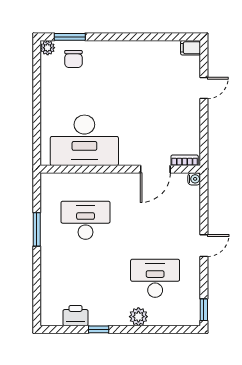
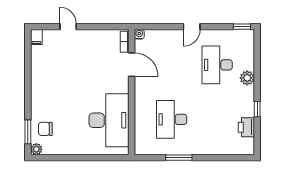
chair: (73, 59) -> (45, 129), turned 180
door: (204, 246) -> (192, 27), swing flipped

